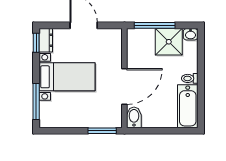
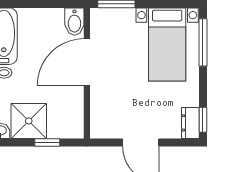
window: (155, 25) -> (47, 142), width x0.46
bed with nightstands: (67, 77) -> (167, 44), moved, turned -90

